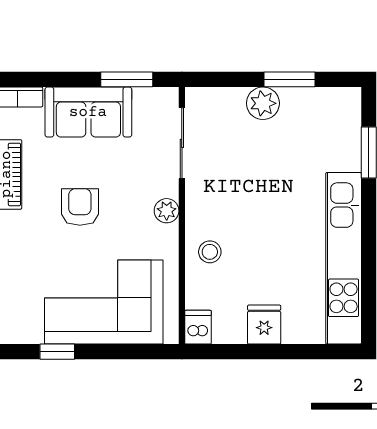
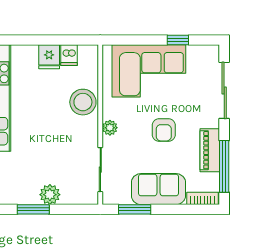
stool: (210, 252) -> (83, 102), width x1.89, depth x1.89
dishwasher: (198, 327) -> (69, 55), moved

